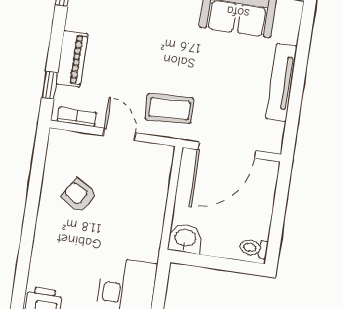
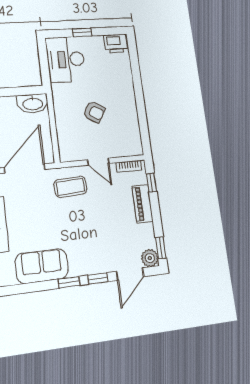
armchair: (79, 195) -> (94, 112), moved
washbasin: (185, 239) -> (33, 103), width x1.38

